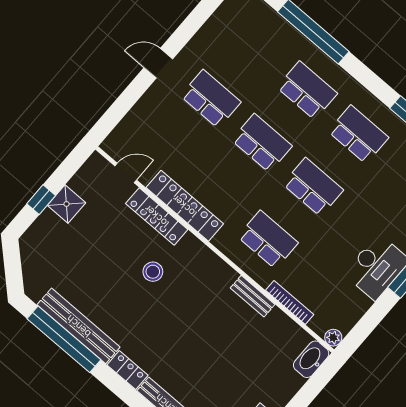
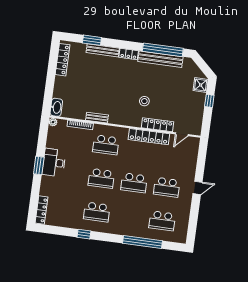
school desk: (307, 90) -> (162, 221), moved
shower: (66, 204) -> (201, 85), moved

